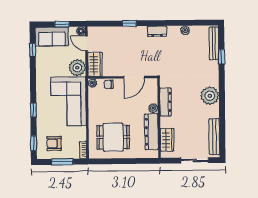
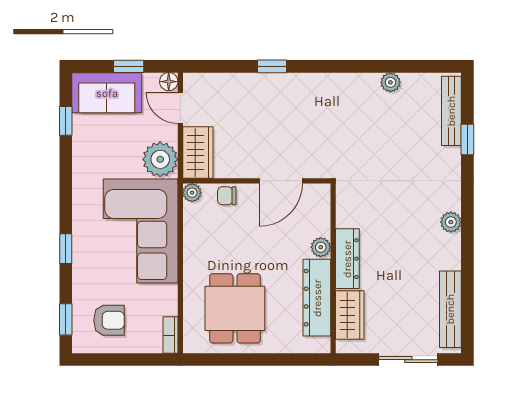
dresser: (157, 31) -> (331, 84), removed
plant: (210, 96) -> (451, 222), width x0.53, depth x0.53
dresser: (166, 102) -> (347, 259), moved
dining table: (113, 137) -> (235, 308), turned 90
armchair: (54, 143) -> (109, 320), turned 180
window: (62, 162) -> (126, 360), removed

